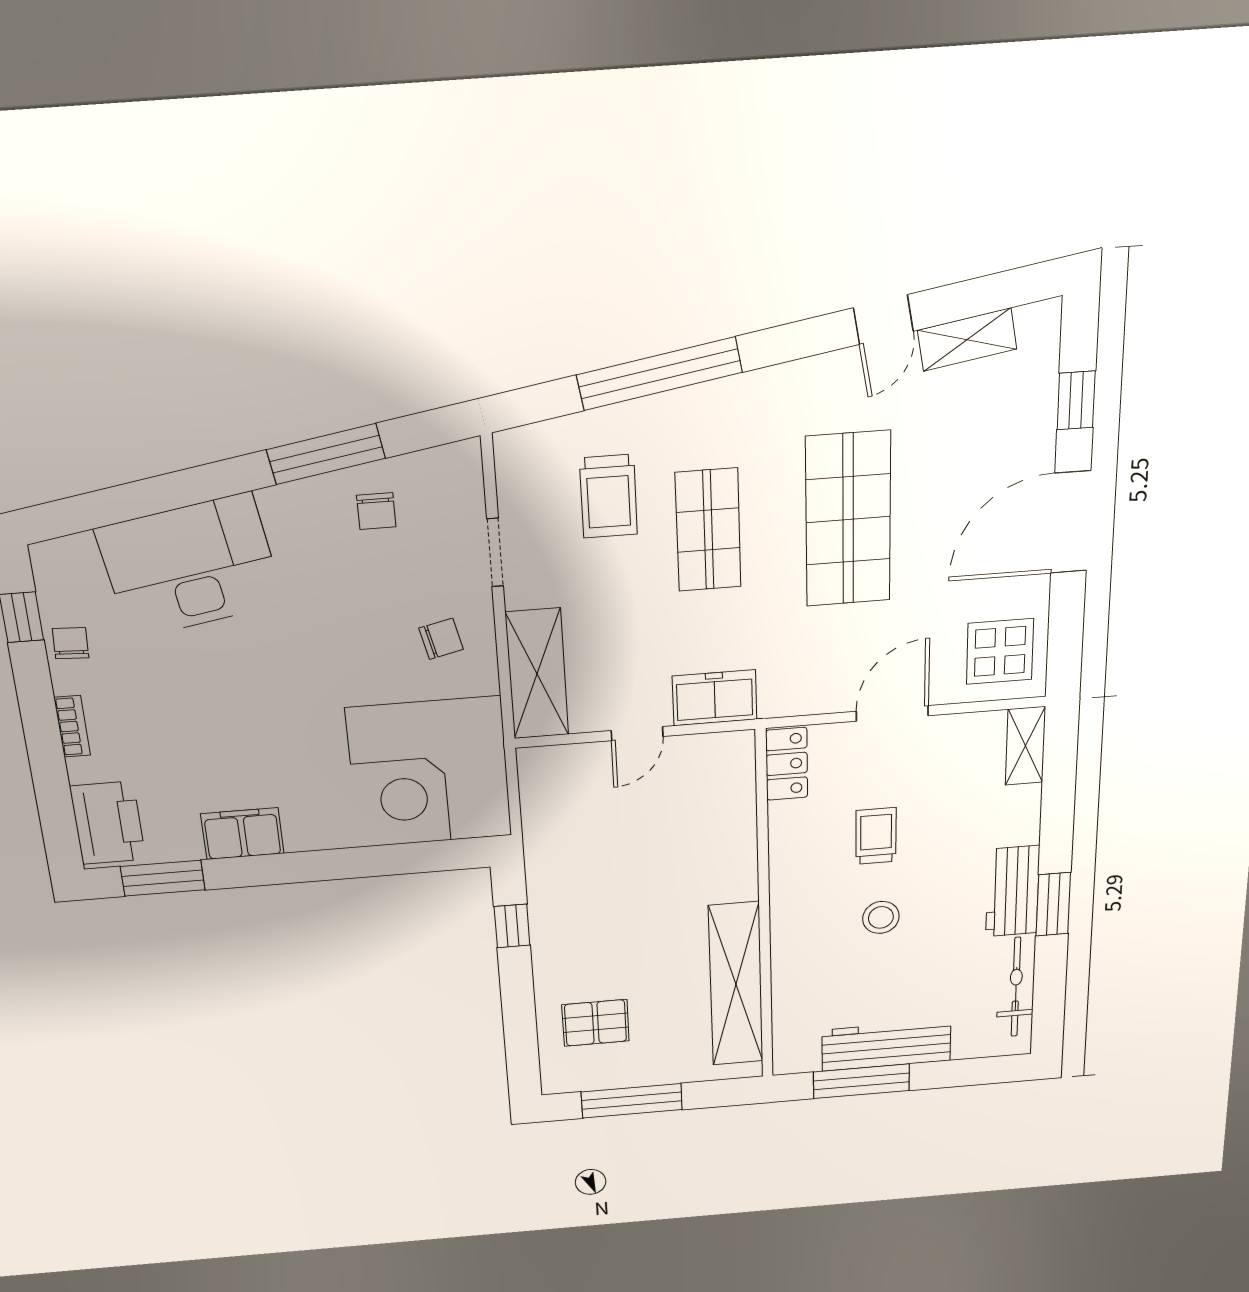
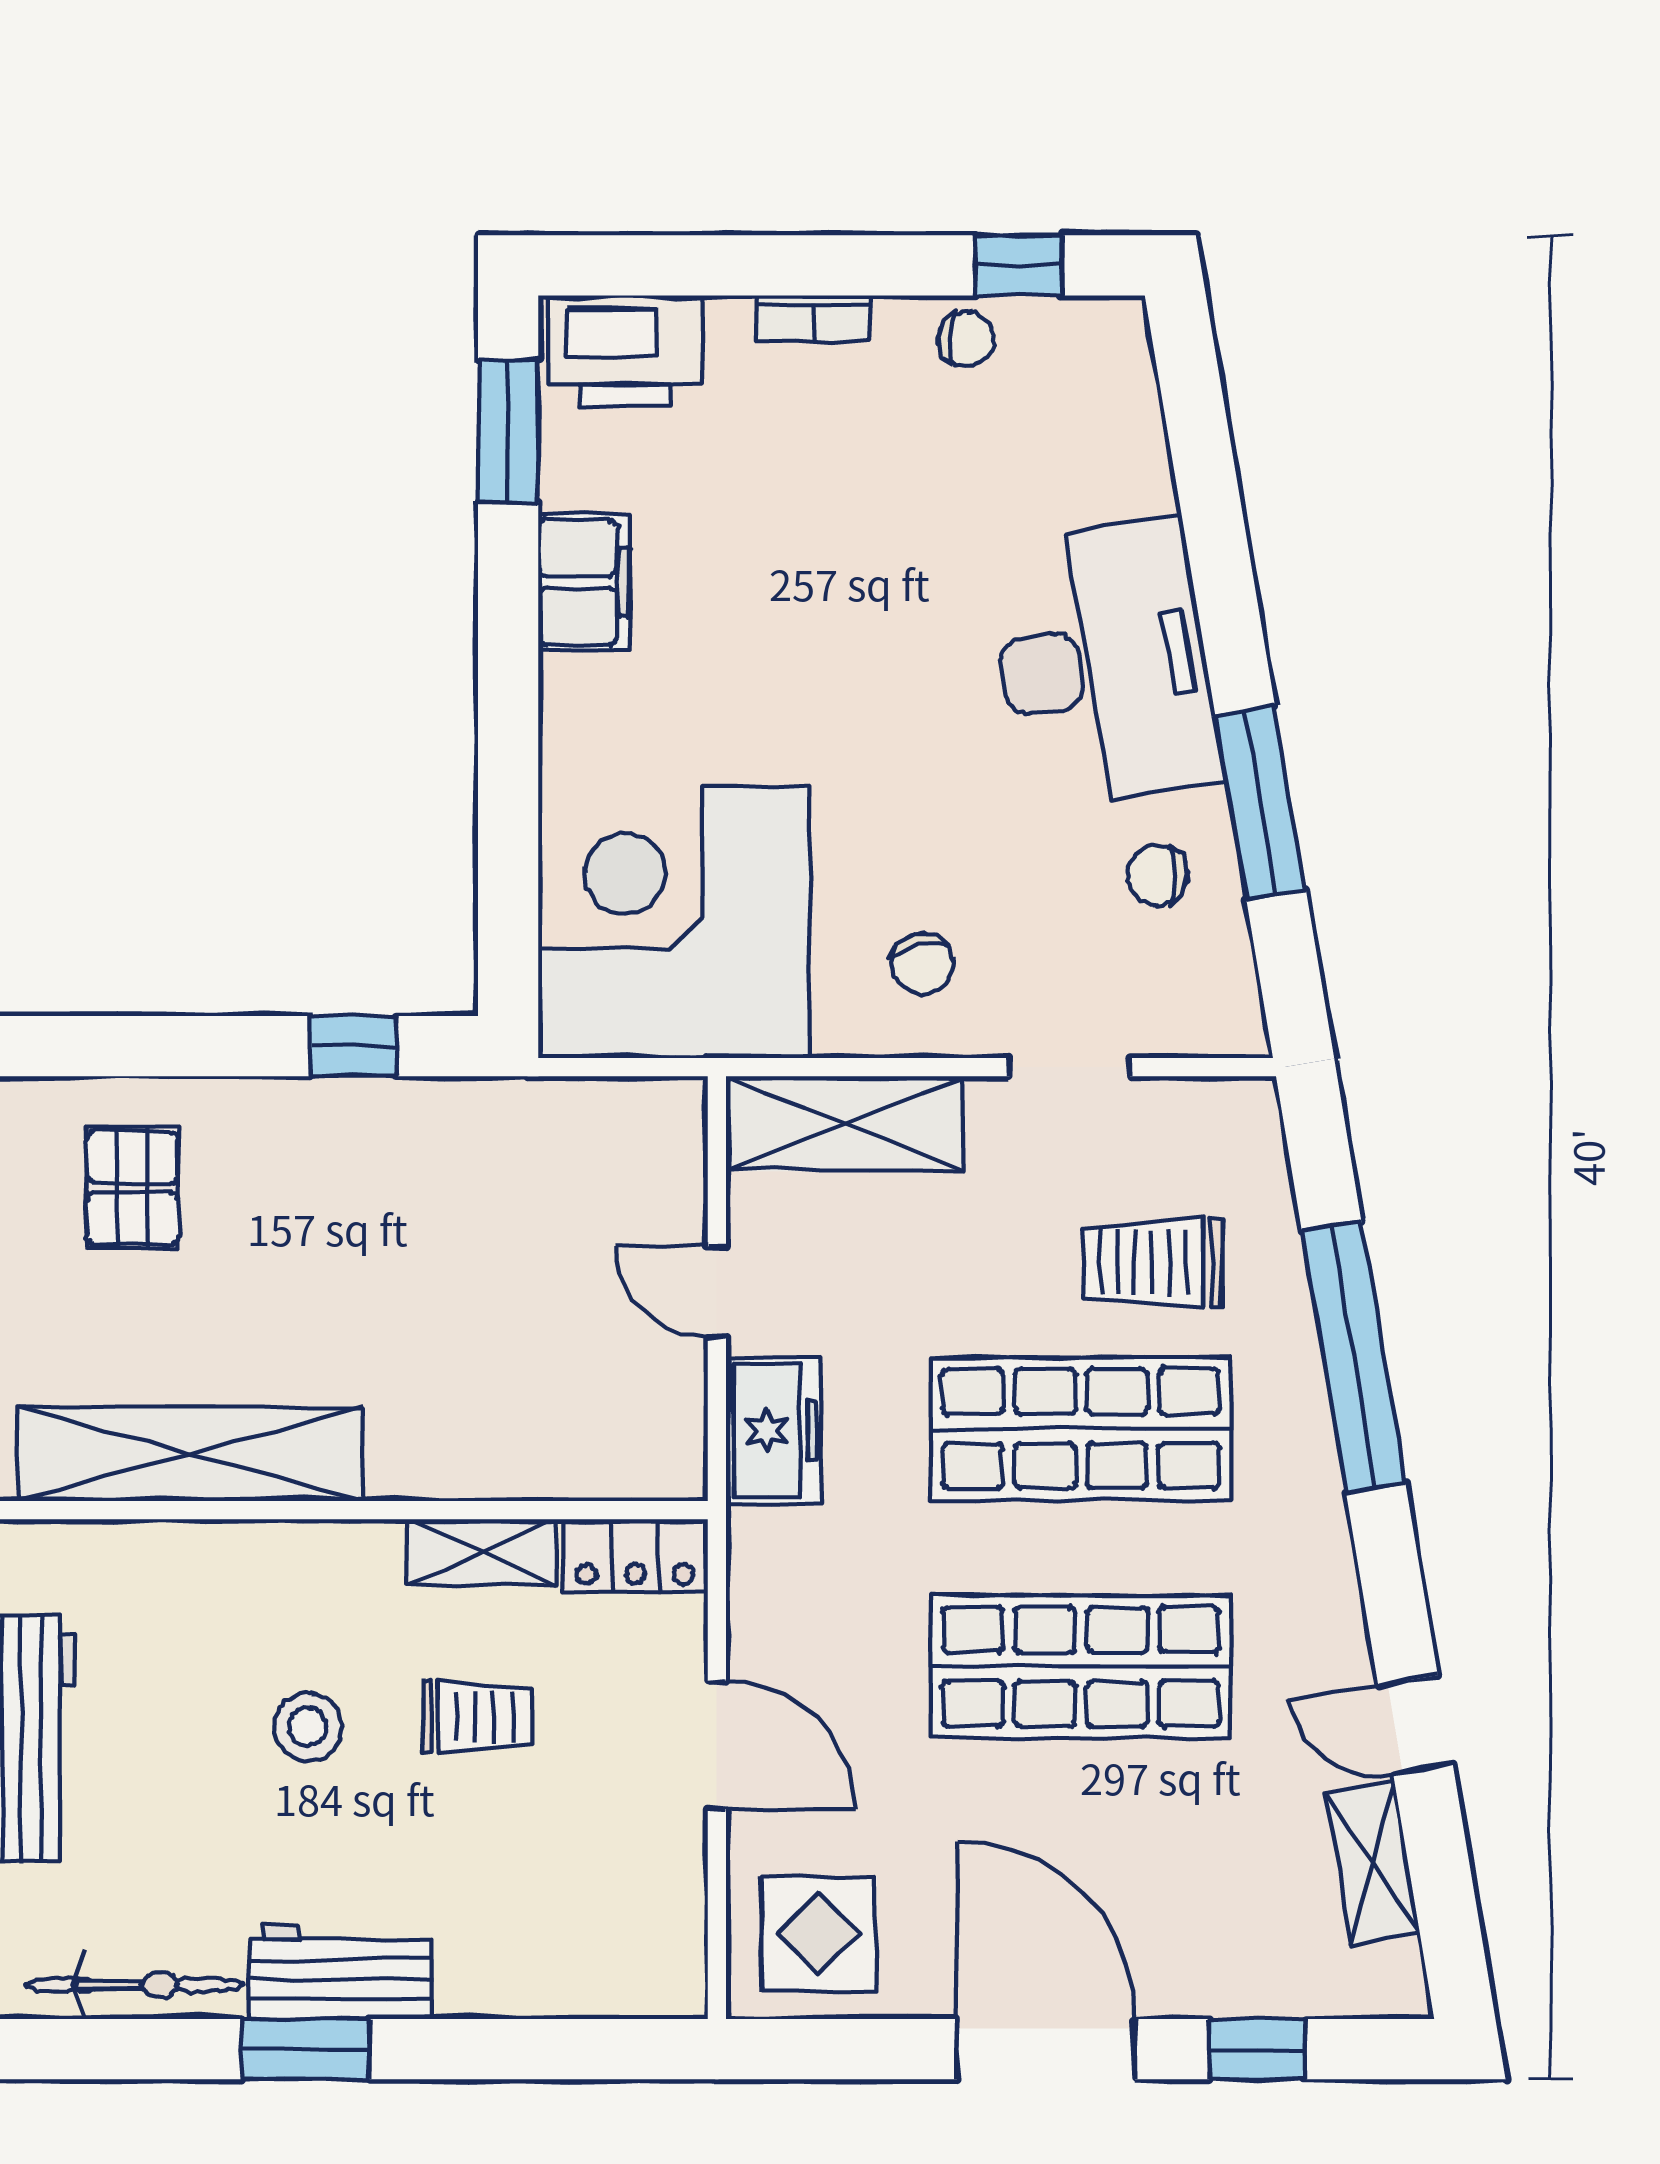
shop shelf: (708, 530) -> (1081, 1429), width x1.43, depth x1.36
desk: (190, 566) -> (1104, 663), moved
shelving: (1025, 746) -> (482, 1553), moved

